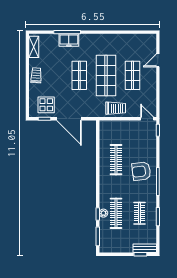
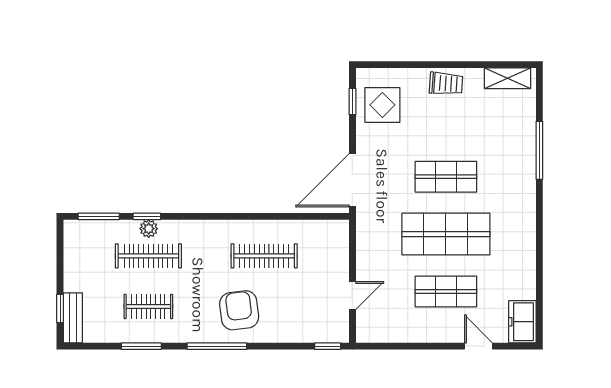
freezer: (69, 40) -> (522, 322), moved
trolley: (116, 108) -> (375, 255), removed
door: (69, 119) -> (352, 180), moved
door: (147, 119) -> (352, 295), moved

